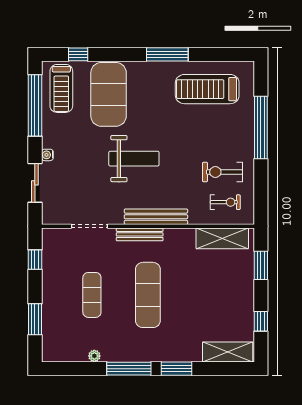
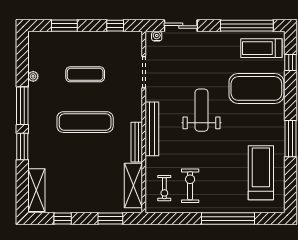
water cooler: (47, 155) -> (157, 36), moved
weight bench: (134, 159) -> (202, 110), turned 180
bench: (140, 234) -> (137, 142), moved

